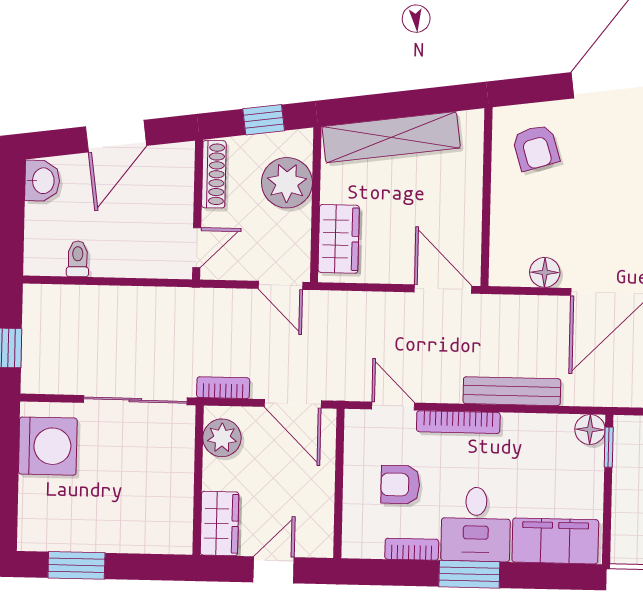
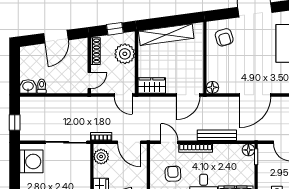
washbasin: (42, 181) -> (28, 87), moved, turned -90
wardrobe: (339, 239) -> (152, 85), moved, turned -90
floor lamp: (545, 272) -> (212, 87), moved
door: (443, 289) -> (188, 95), swing flipped
armchair: (400, 485) -> (173, 174), turned 87

